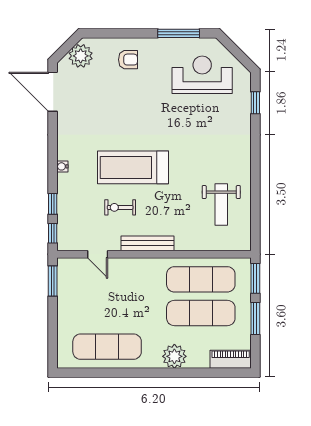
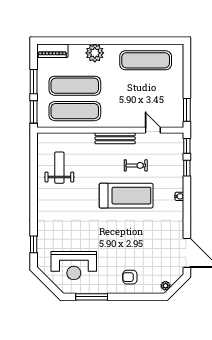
plant: (81, 56) -> (166, 286), width x0.53, depth x0.53

